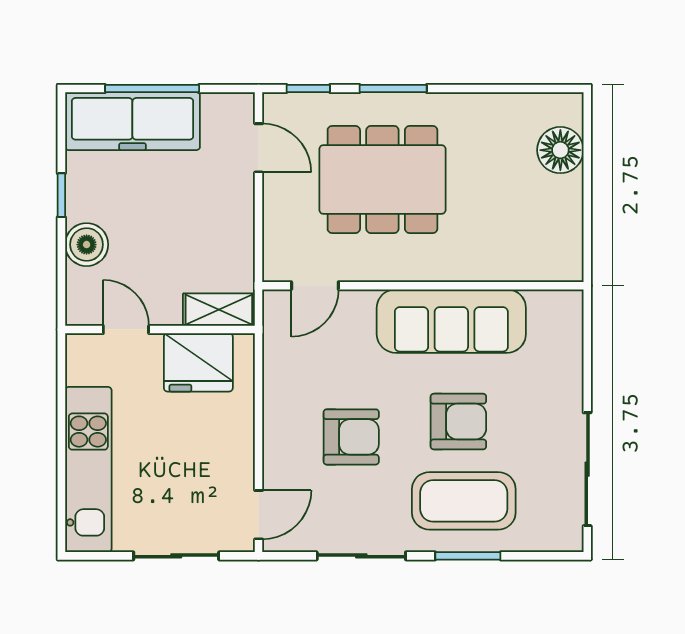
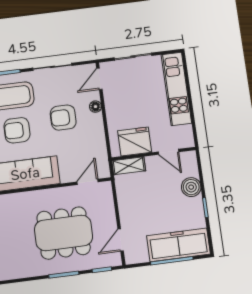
door: (259, 148) -> (121, 240), hinge flipped
floor lamp: (276, 452) -> (95, 107), added

